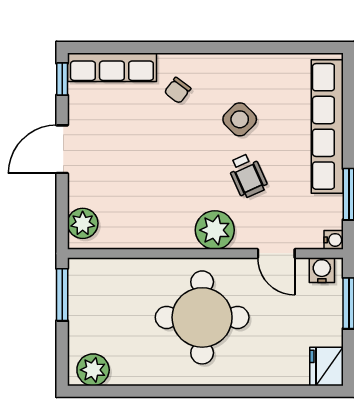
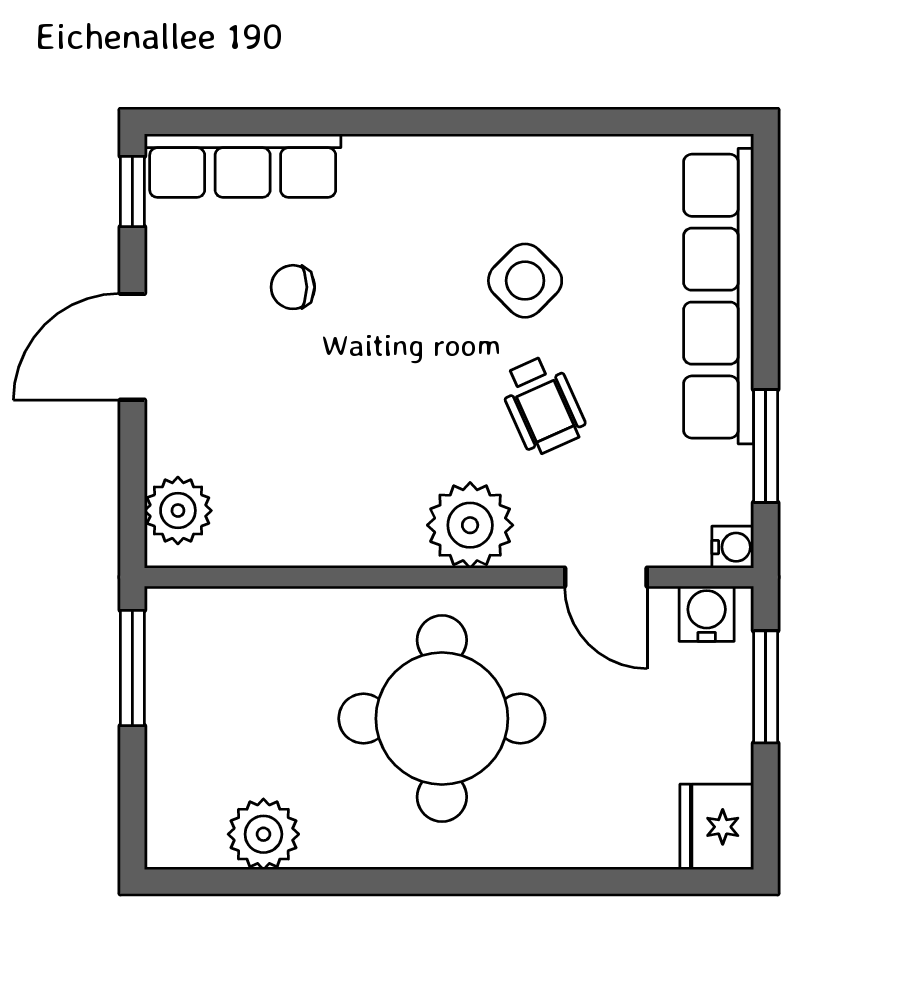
chair: (178, 90) -> (293, 287), moved, turned 53
plant: (93, 370) -> (263, 834), moved

